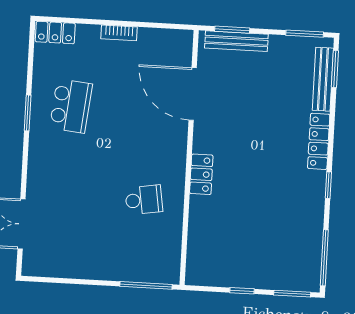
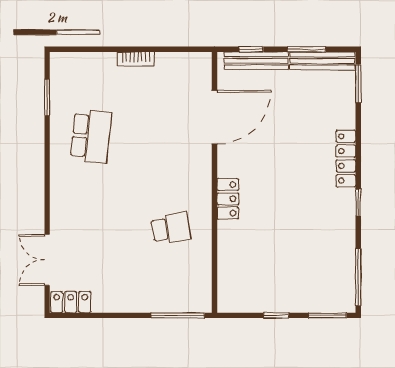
window: (232, 30) -> (251, 49), width x0.67
locker: (55, 33) -> (71, 302), moved, turned 180
window: (305, 34) -> (306, 49), moved
bench: (323, 79) -> (322, 61), moved, turned 90
door: (193, 94) -> (214, 117), swing flipped
window: (28, 113) -> (47, 97), moved

